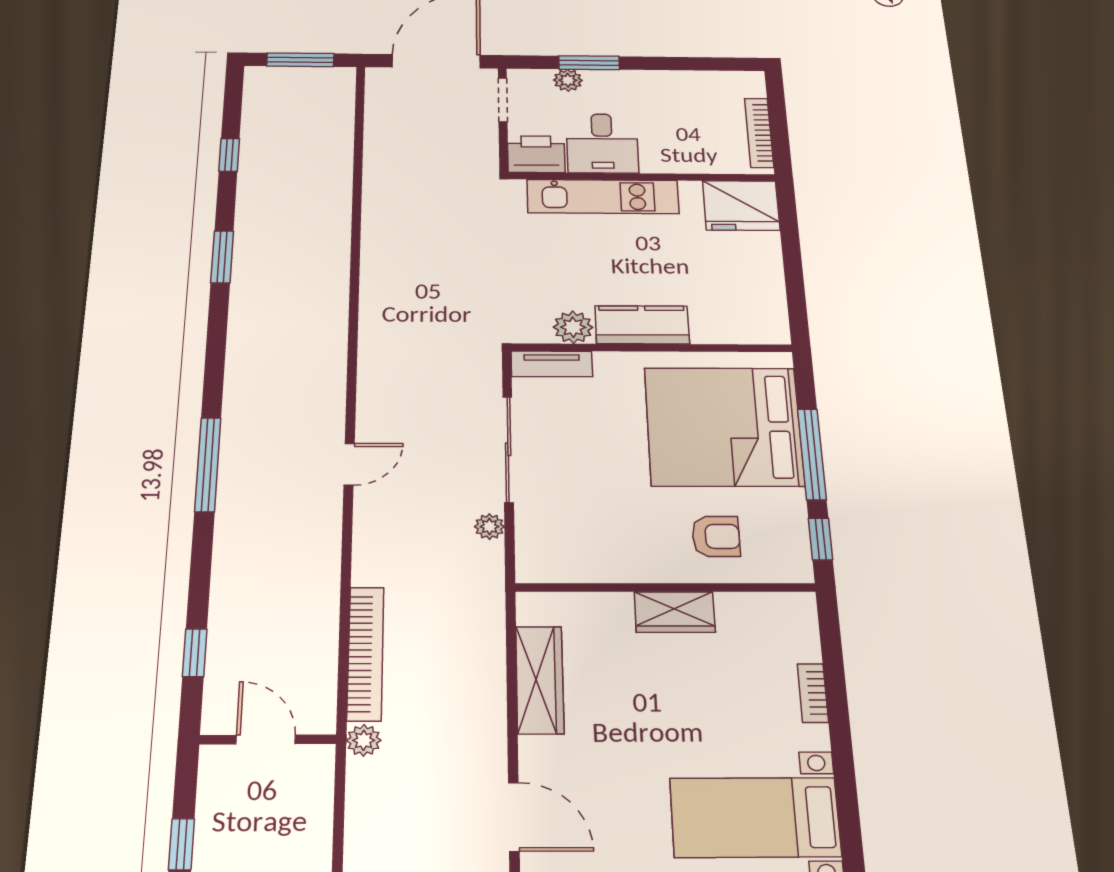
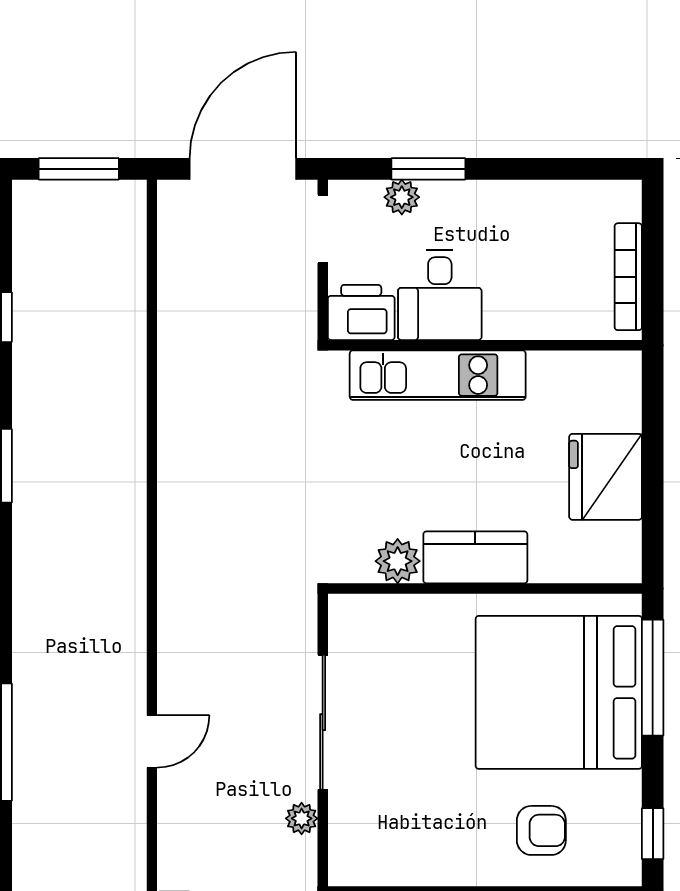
fridge: (741, 205) -> (606, 477), moved, turned 90
tv unit: (552, 364) -> (372, 611), removed
window: (812, 454) -> (653, 678), moved

